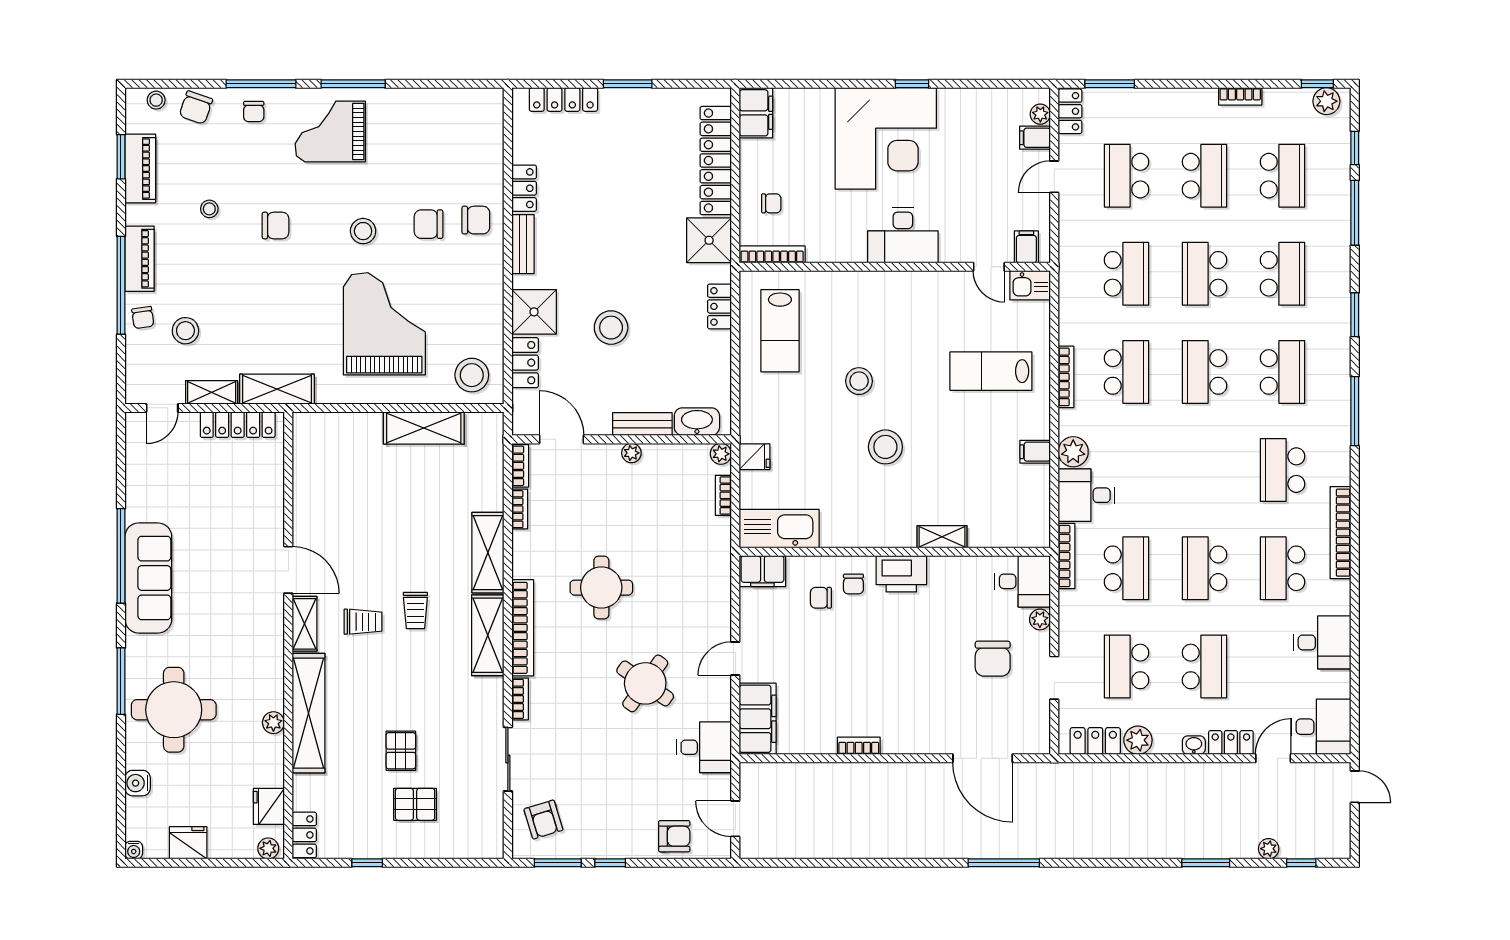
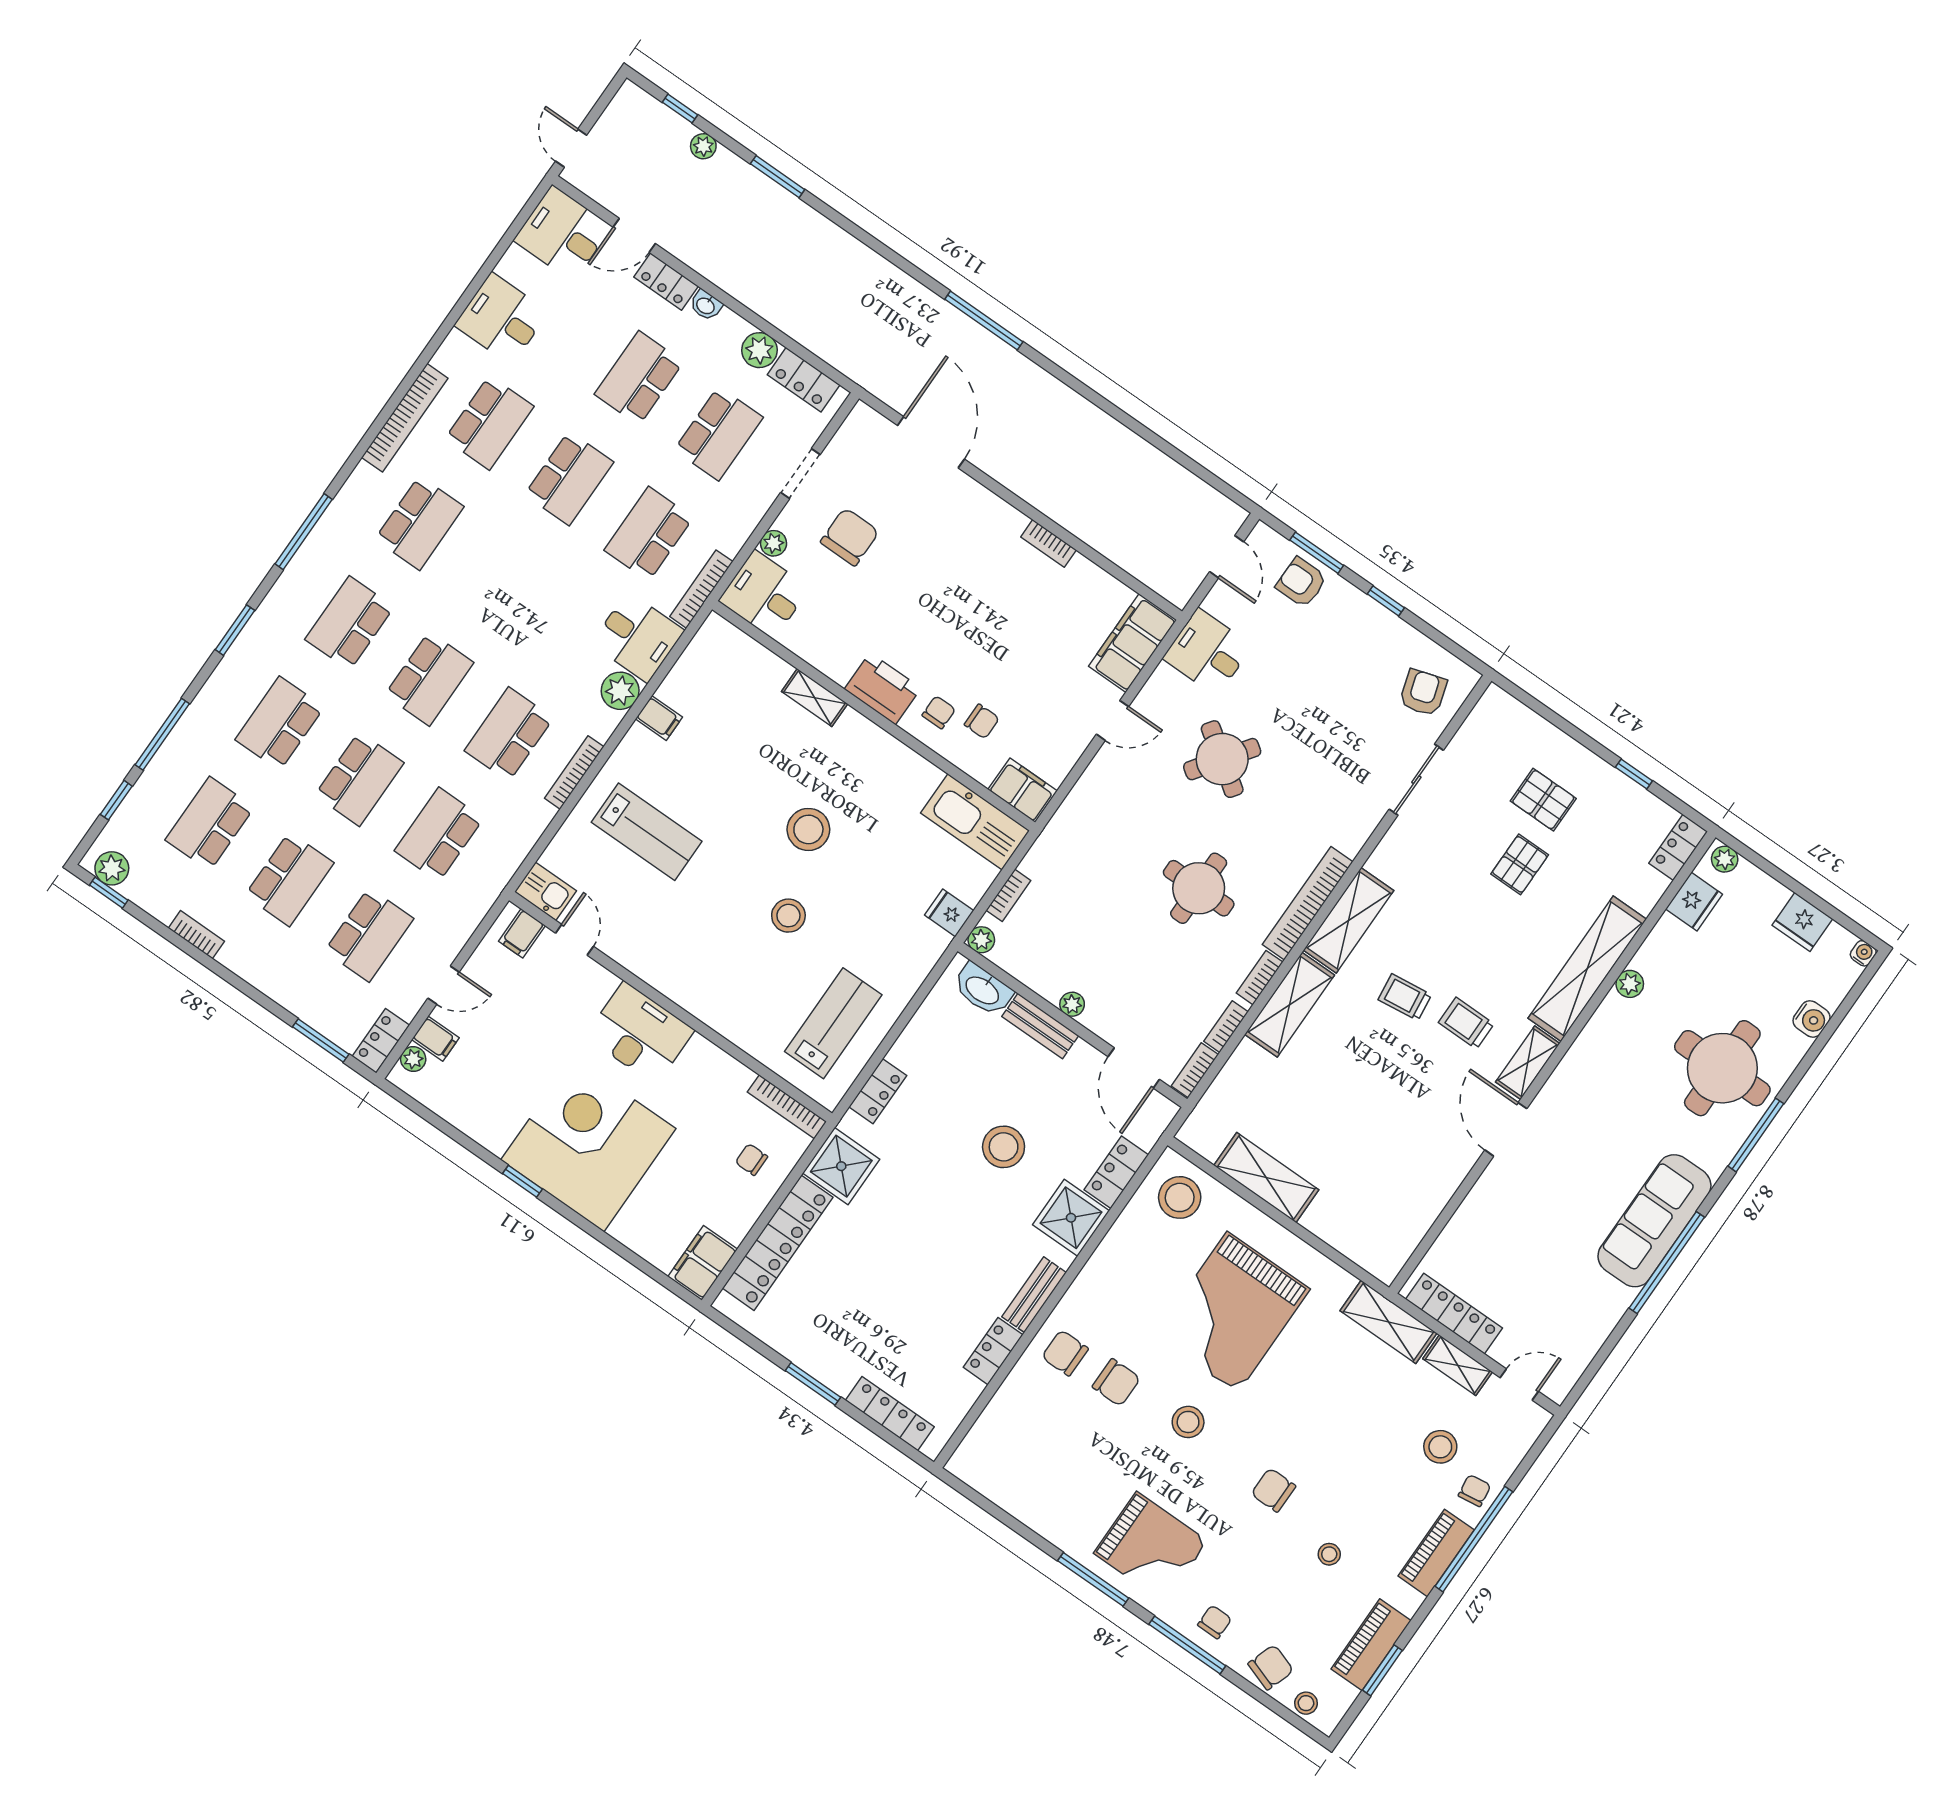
school desk: (1205, 176) -> (289, 879), turned 180
trolley: (415, 611) -> (1405, 997), turned -97
bookcase: (520, 699) -> (1260, 978), moved
window: (558, 863) -> (1317, 553), moved

